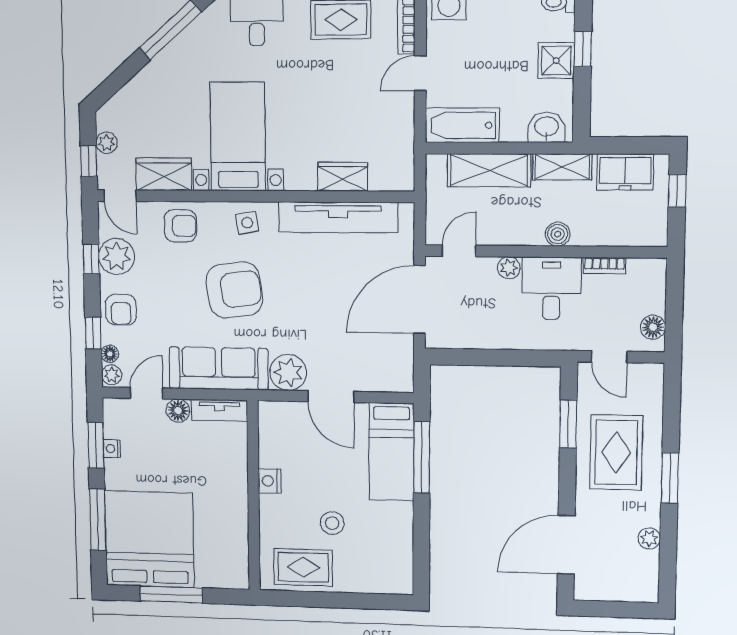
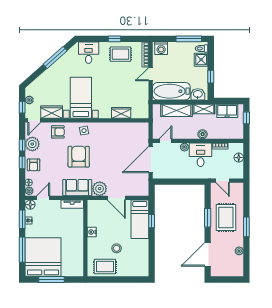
window: (583, 49) -> (211, 77), moved
shower: (556, 61) -> (201, 60), moved
bathtub: (462, 125) -> (171, 91), width x1.36, depth x1.36
door: (120, 196) -> (34, 120), hinge flipped
tv unit: (338, 217) -> (119, 128), removed
armchair: (234, 290) -> (79, 157), turned -82
floor lamp: (653, 327) -> (239, 158), moved
window: (93, 333) -> (22, 162), moved
sofa: (219, 368) -> (77, 188), width x0.73
floor lamp: (178, 411) -> (30, 205), moved
window: (568, 424) -> (208, 218), moved
window: (422, 457) -> (152, 221), width x0.46

